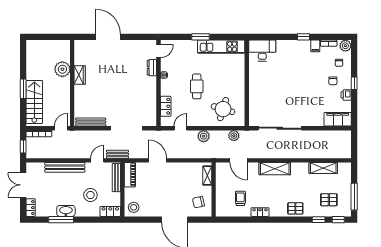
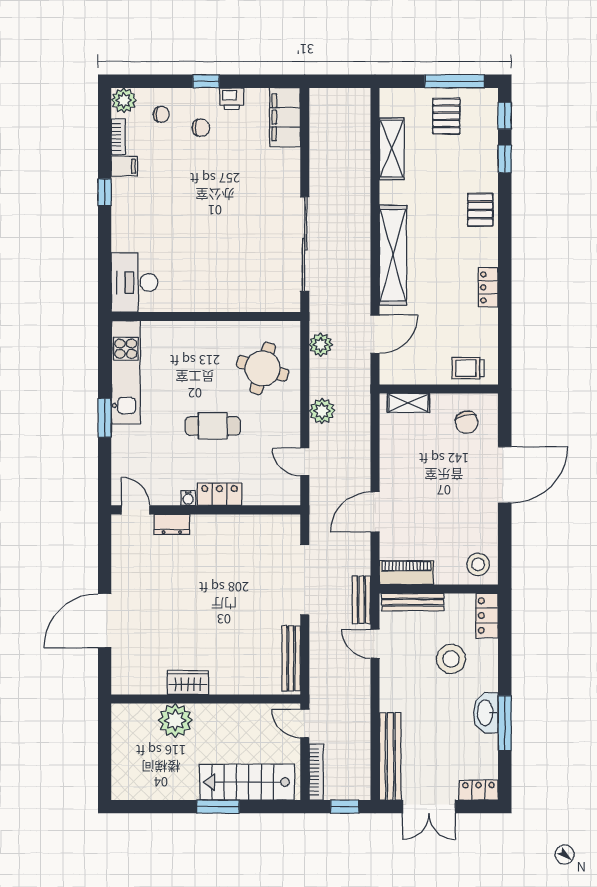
locker: (166, 106) -> (219, 494), moved
bench: (65, 167) -> (390, 756), moved
shelving: (275, 169) -> (393, 255), width x1.47
trolley: (240, 198) -> (468, 368), moved
pallet: (329, 200) -> (446, 116), moved

